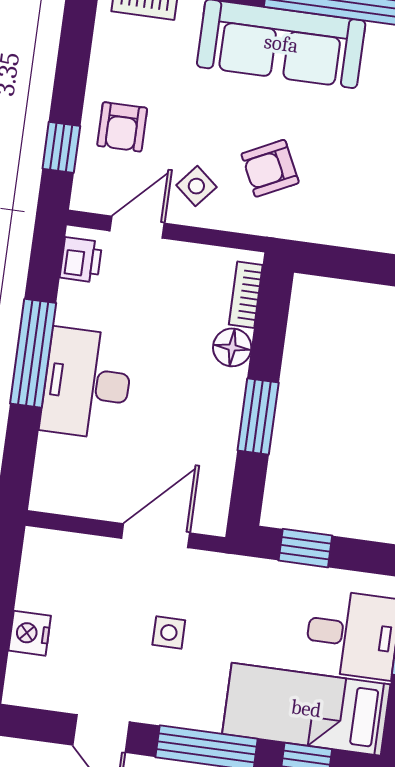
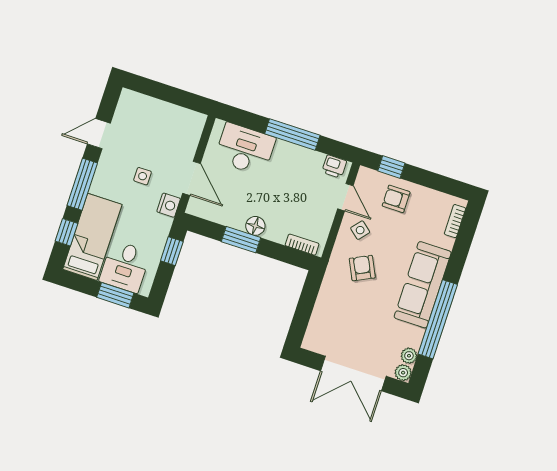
floor lamp: (232, 347) -> (255, 226), moved
desk: (87, 384) -> (245, 149), moved
nightstand: (30, 633) -> (169, 205), moved, turned 90

